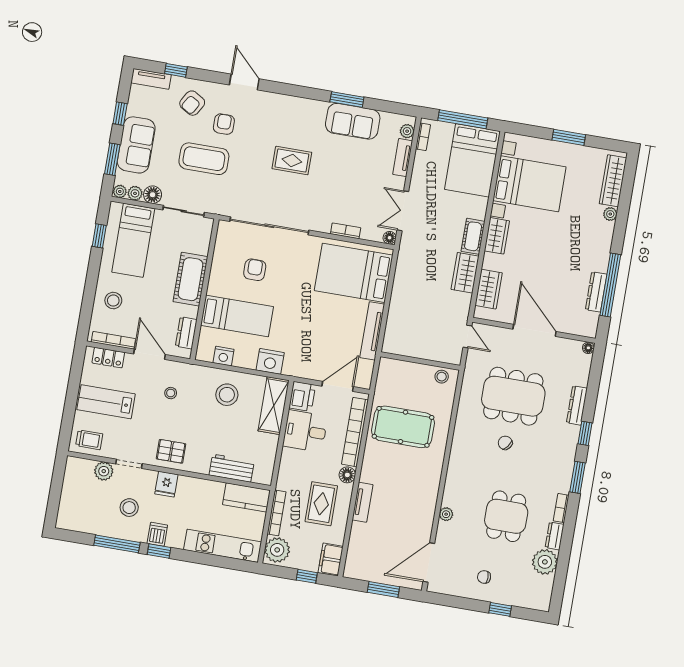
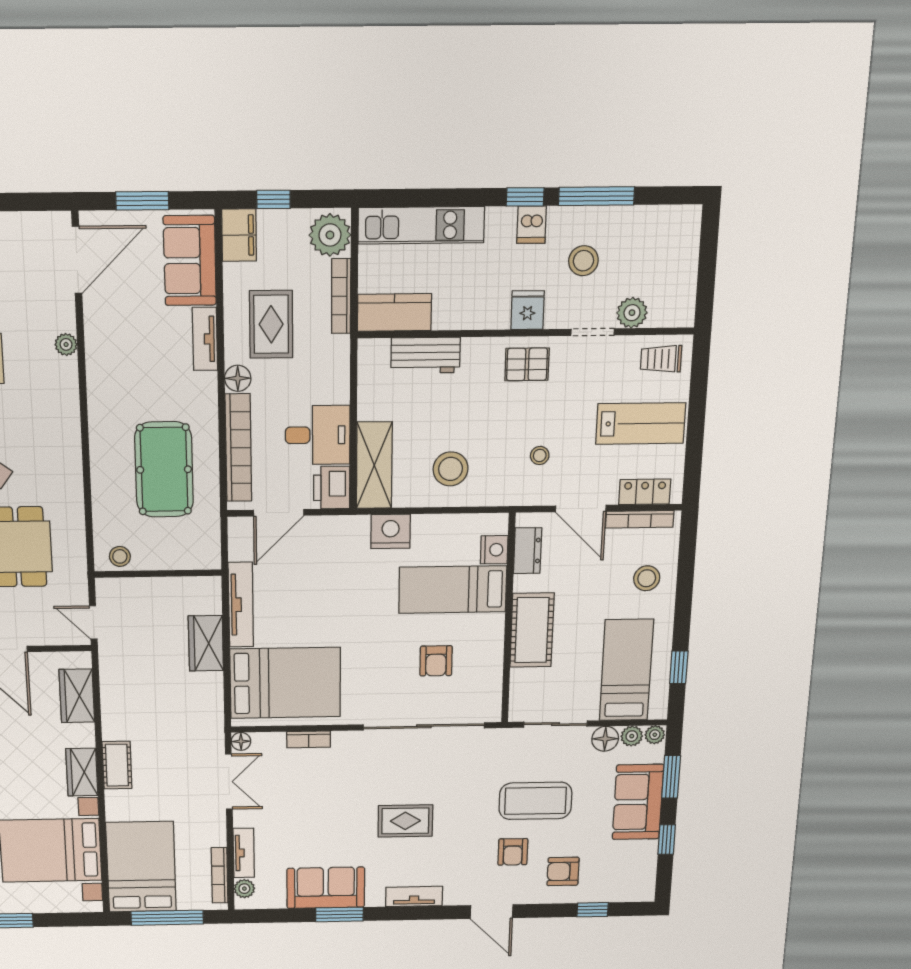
tv unit: (151, 79) -> (414, 896), moved
armchair: (192, 103) -> (563, 871), turned -121
bookcase: (423, 137) -> (220, 875), width x1.56
wardrobe: (465, 273) -> (206, 643), moved, turned 180
nightstand: (223, 356) -> (494, 550), moved, turned 90
pool table: (403, 427) -> (164, 470), turned 90
sofa: (362, 550) -> (190, 261), added

